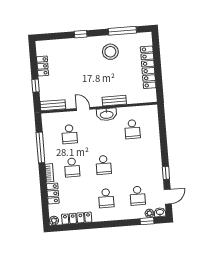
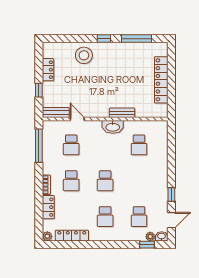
window: (81, 34) -> (104, 39), moved
stool: (110, 52) -> (84, 55), moved
door: (83, 109) -> (77, 119), moved
window: (40, 147) -> (39, 146), moved

